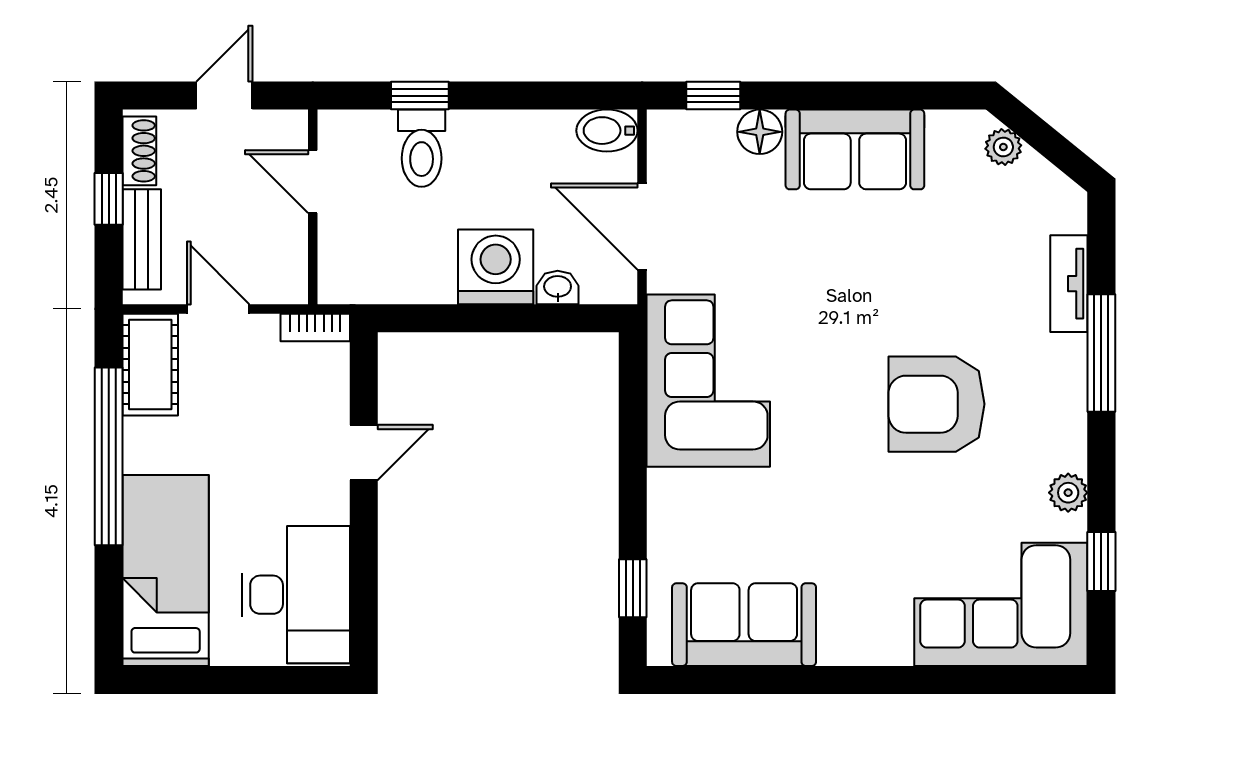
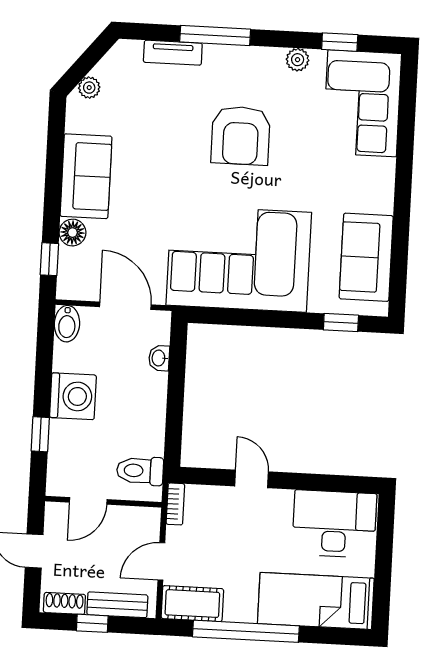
toilet: (422, 148) -> (140, 471), moved, turned 180
door: (642, 227) -> (125, 306), swing flipped
washing machine: (496, 267) -> (73, 396), moved, turned 180
corner sofa: (708, 381) -> (239, 259), width x1.36, depth x1.36

